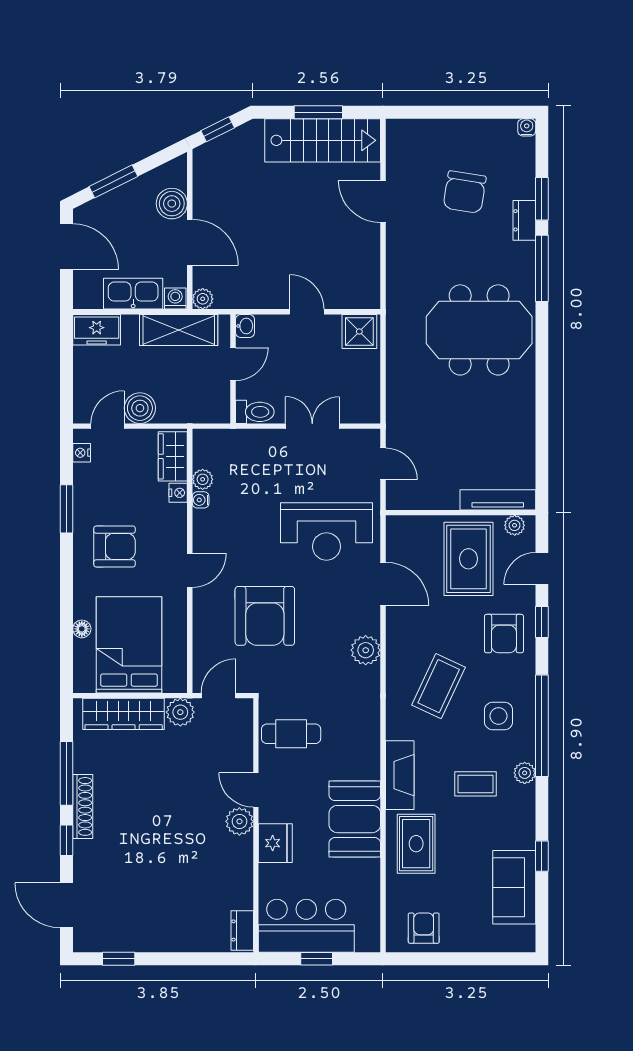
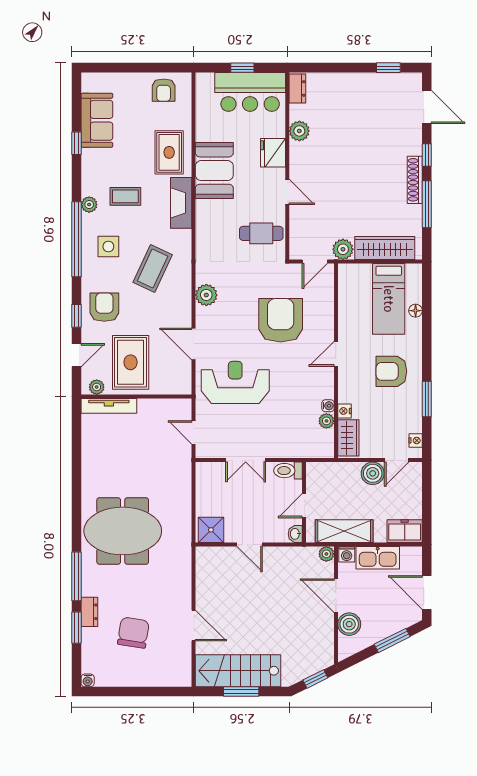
bed: (129, 645) -> (389, 299), width x0.67
plant: (239, 821) -> (299, 131), moved

